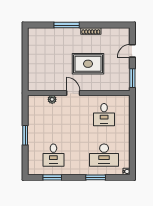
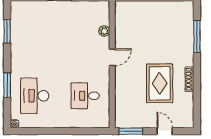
window: (67, 25) -> (197, 36), moved
rug: (88, 64) -> (160, 83), moved
desk: (53, 155) -> (35, 33), removed

